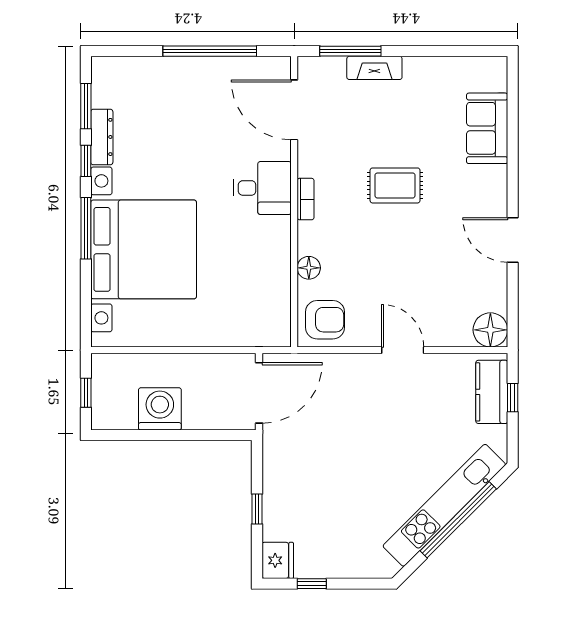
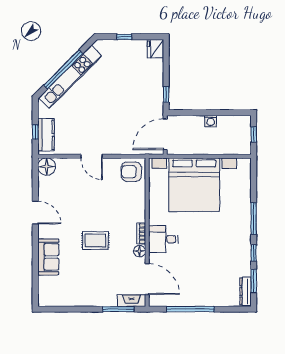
fireplace: (374, 68) -> (131, 301), moved
sofa: (487, 128) -> (48, 257), moved
dresser: (102, 137) -> (245, 291), moved
bed with nightstands: (144, 249) -> (194, 185), moved, turned -90
floor lamp: (309, 268) -> (140, 251), moved
washing machine: (160, 409) -> (211, 121), width x0.53, depth x0.53
window: (257, 509) -> (166, 94), moved
window: (312, 584) -> (124, 37), moved

